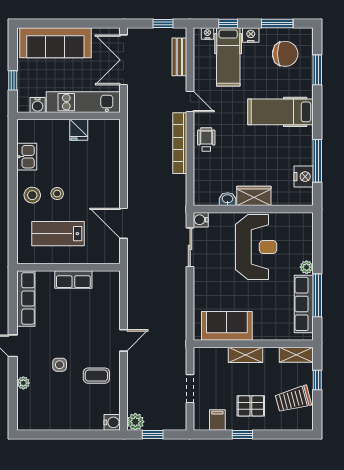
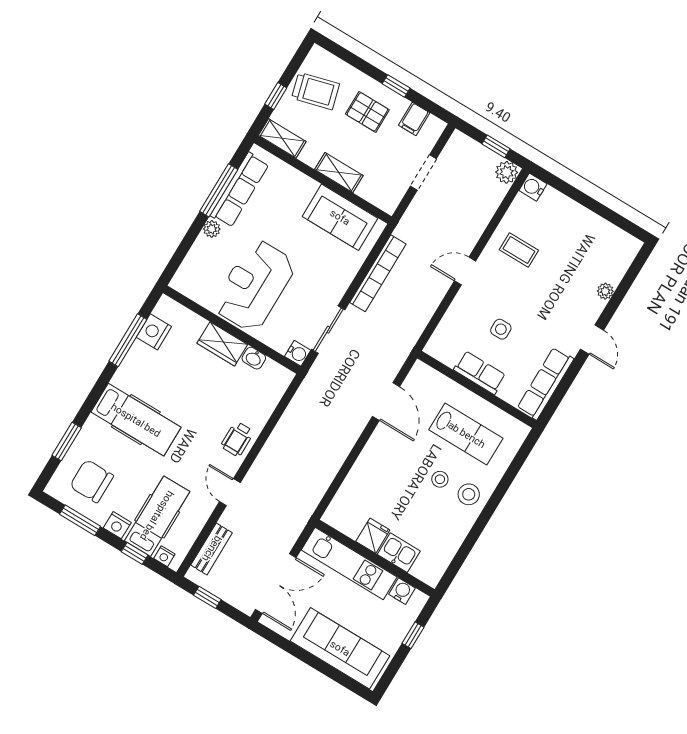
bookcase: (180, 143) -> (378, 273), moved
kitchen sink: (27, 157) -> (399, 553), moved, turned 90
side table: (60, 365) -> (501, 329), moved

